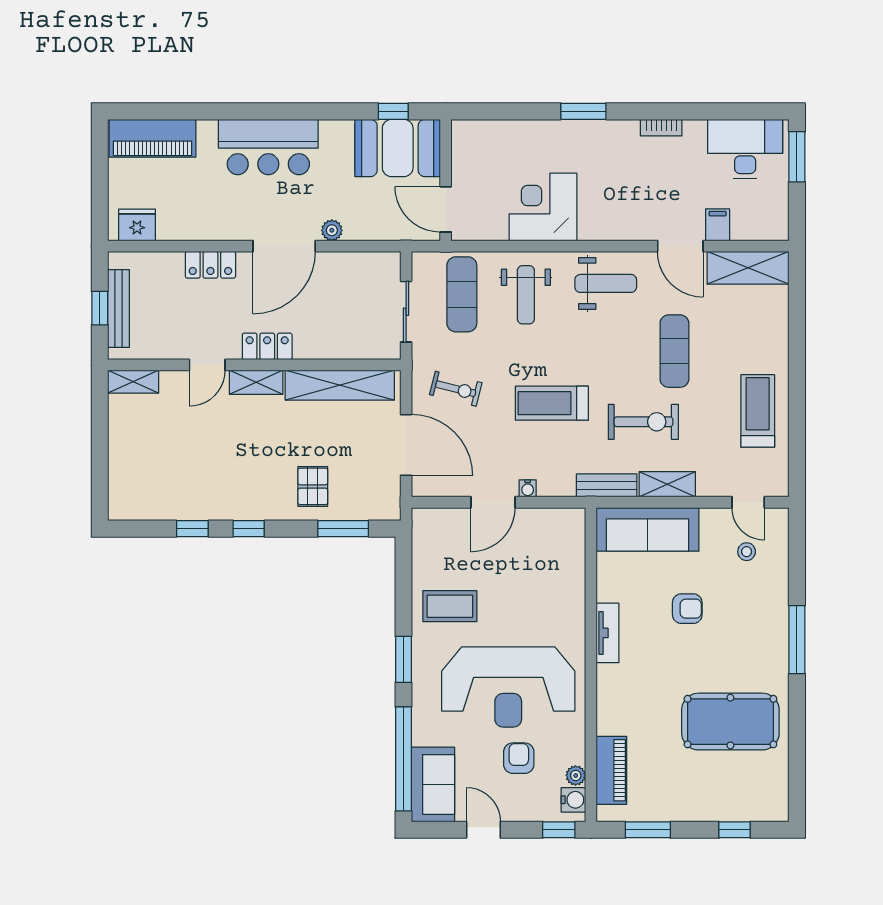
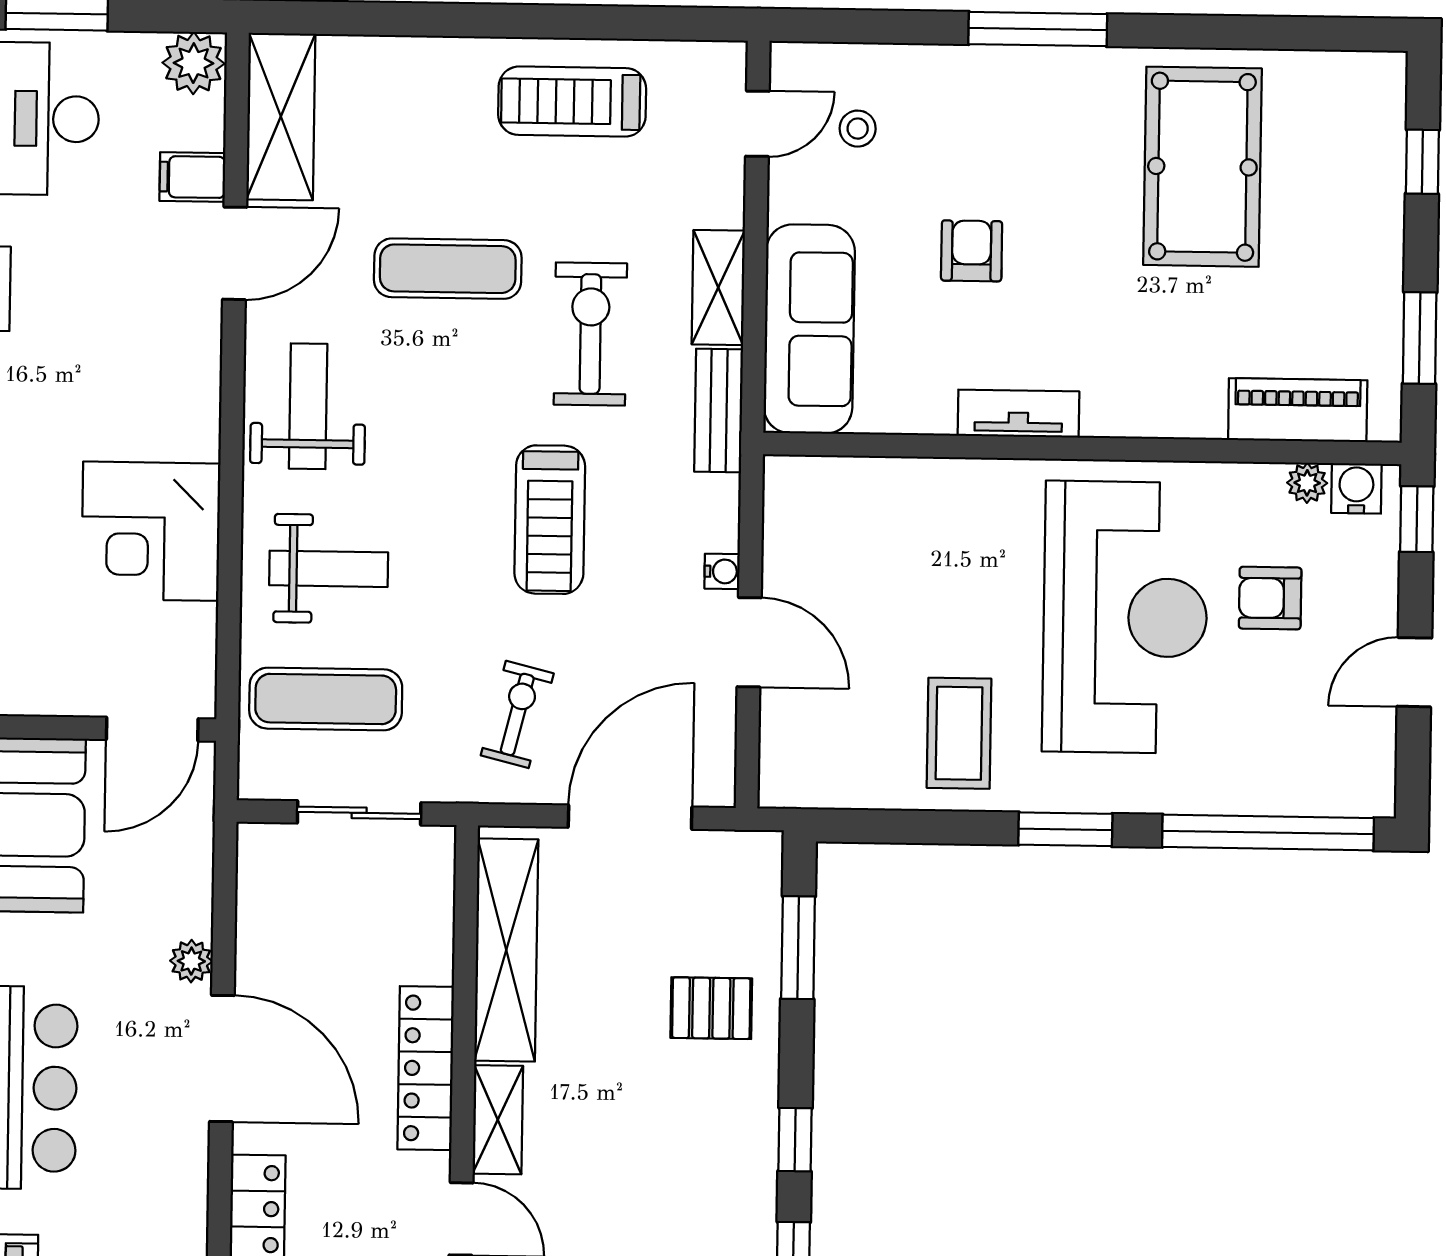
plant: (774, 224) -> (194, 63), added
locker: (267, 346) -> (426, 1068), width x1.53
sofa: (433, 784) -> (1321, 773), removed

